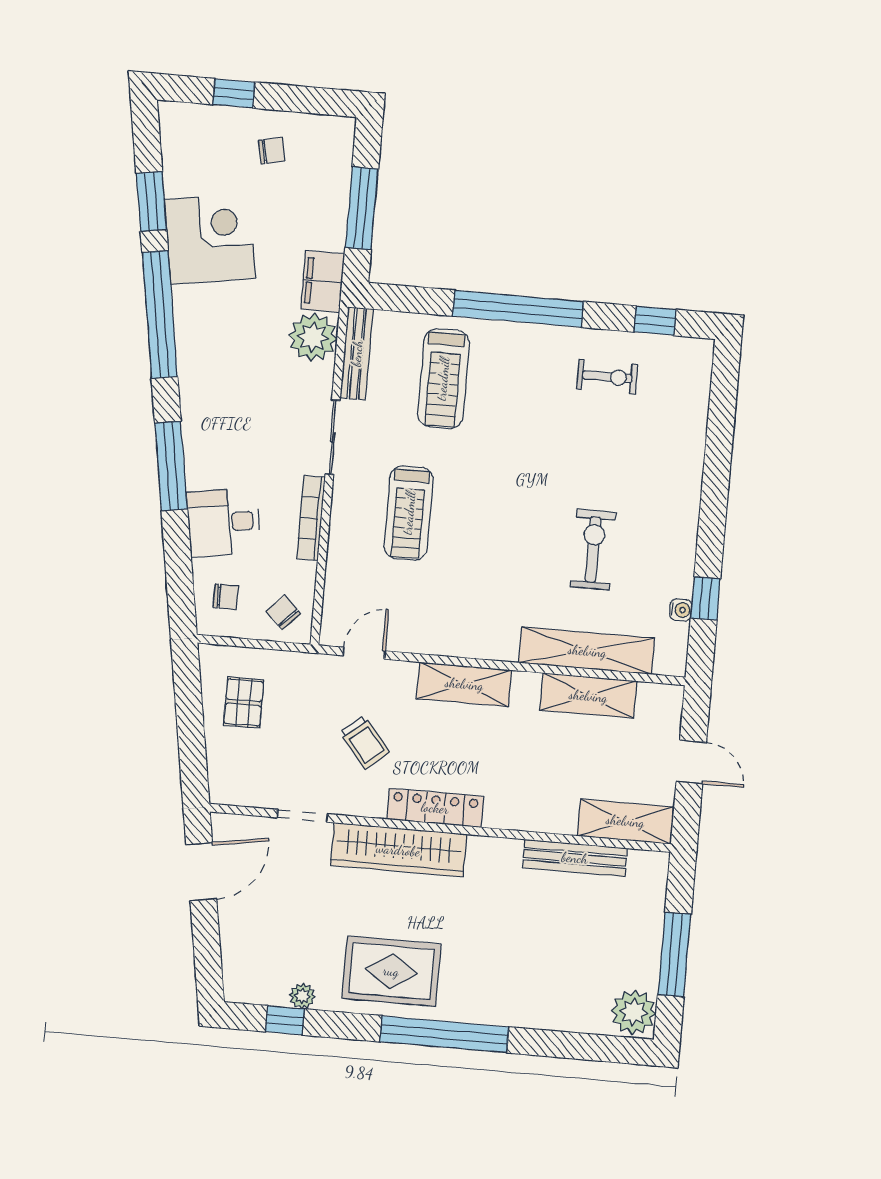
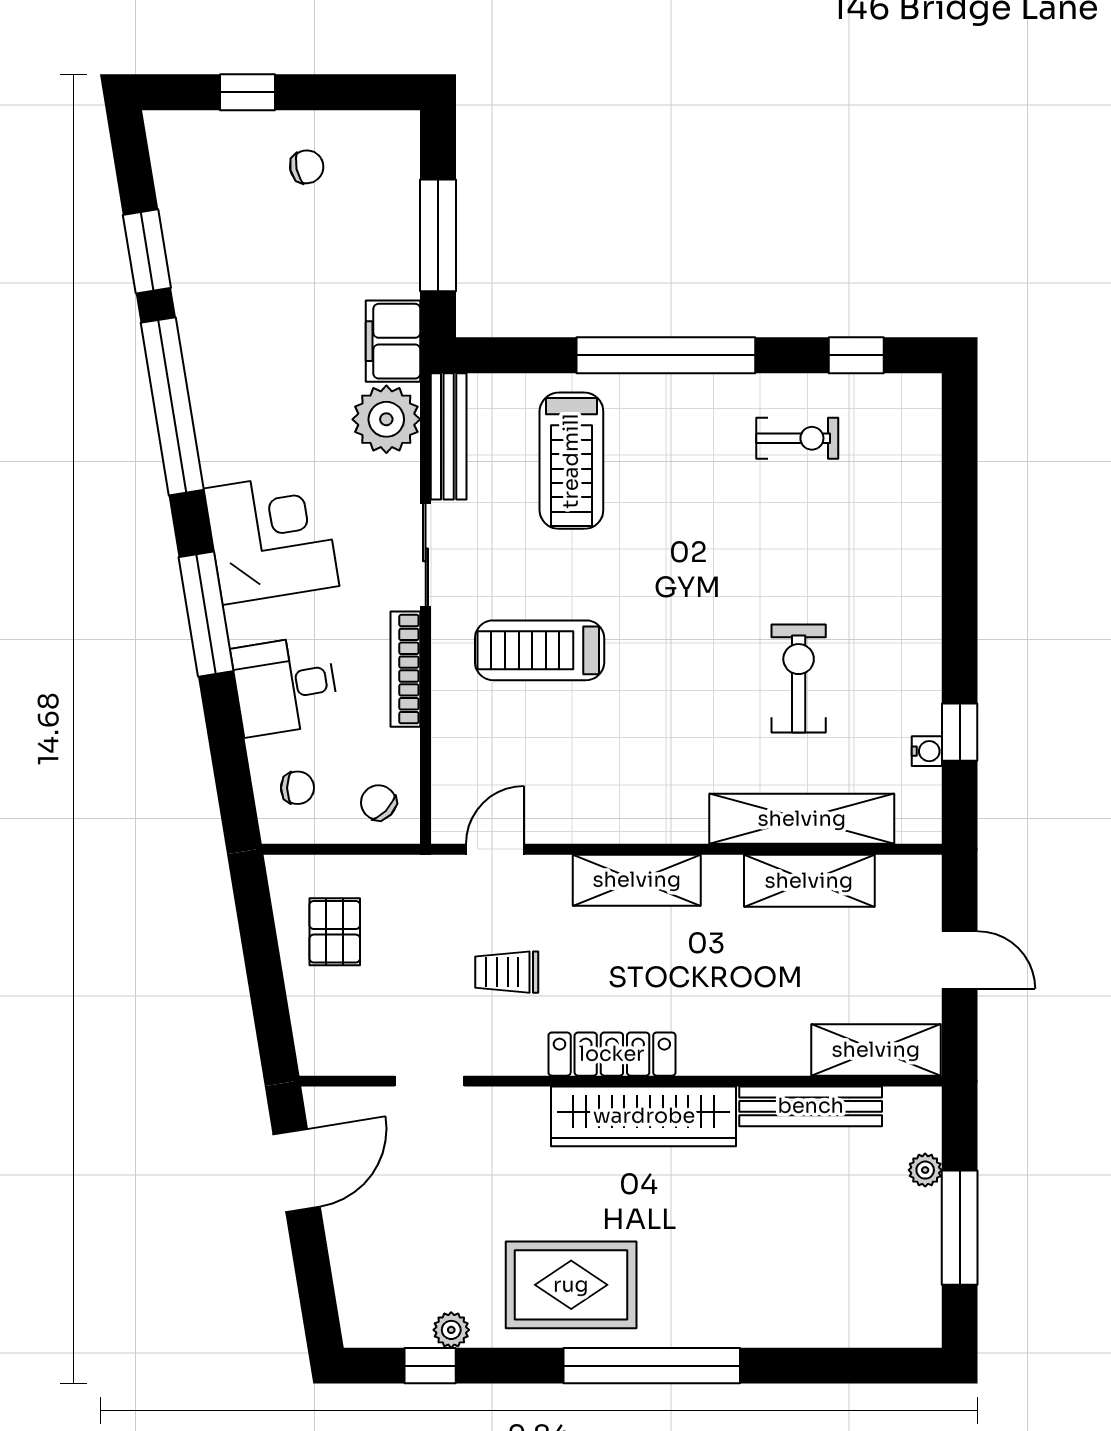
corner desk: (210, 239) -> (272, 537), moved
treadmill: (409, 513) -> (540, 650), turned 90
trolley: (365, 742) -> (507, 972), turned 130
wardrobe: (398, 850) -> (644, 1116), moved
plant: (634, 1012) -> (925, 1170), moved, width x0.53, depth x0.53

